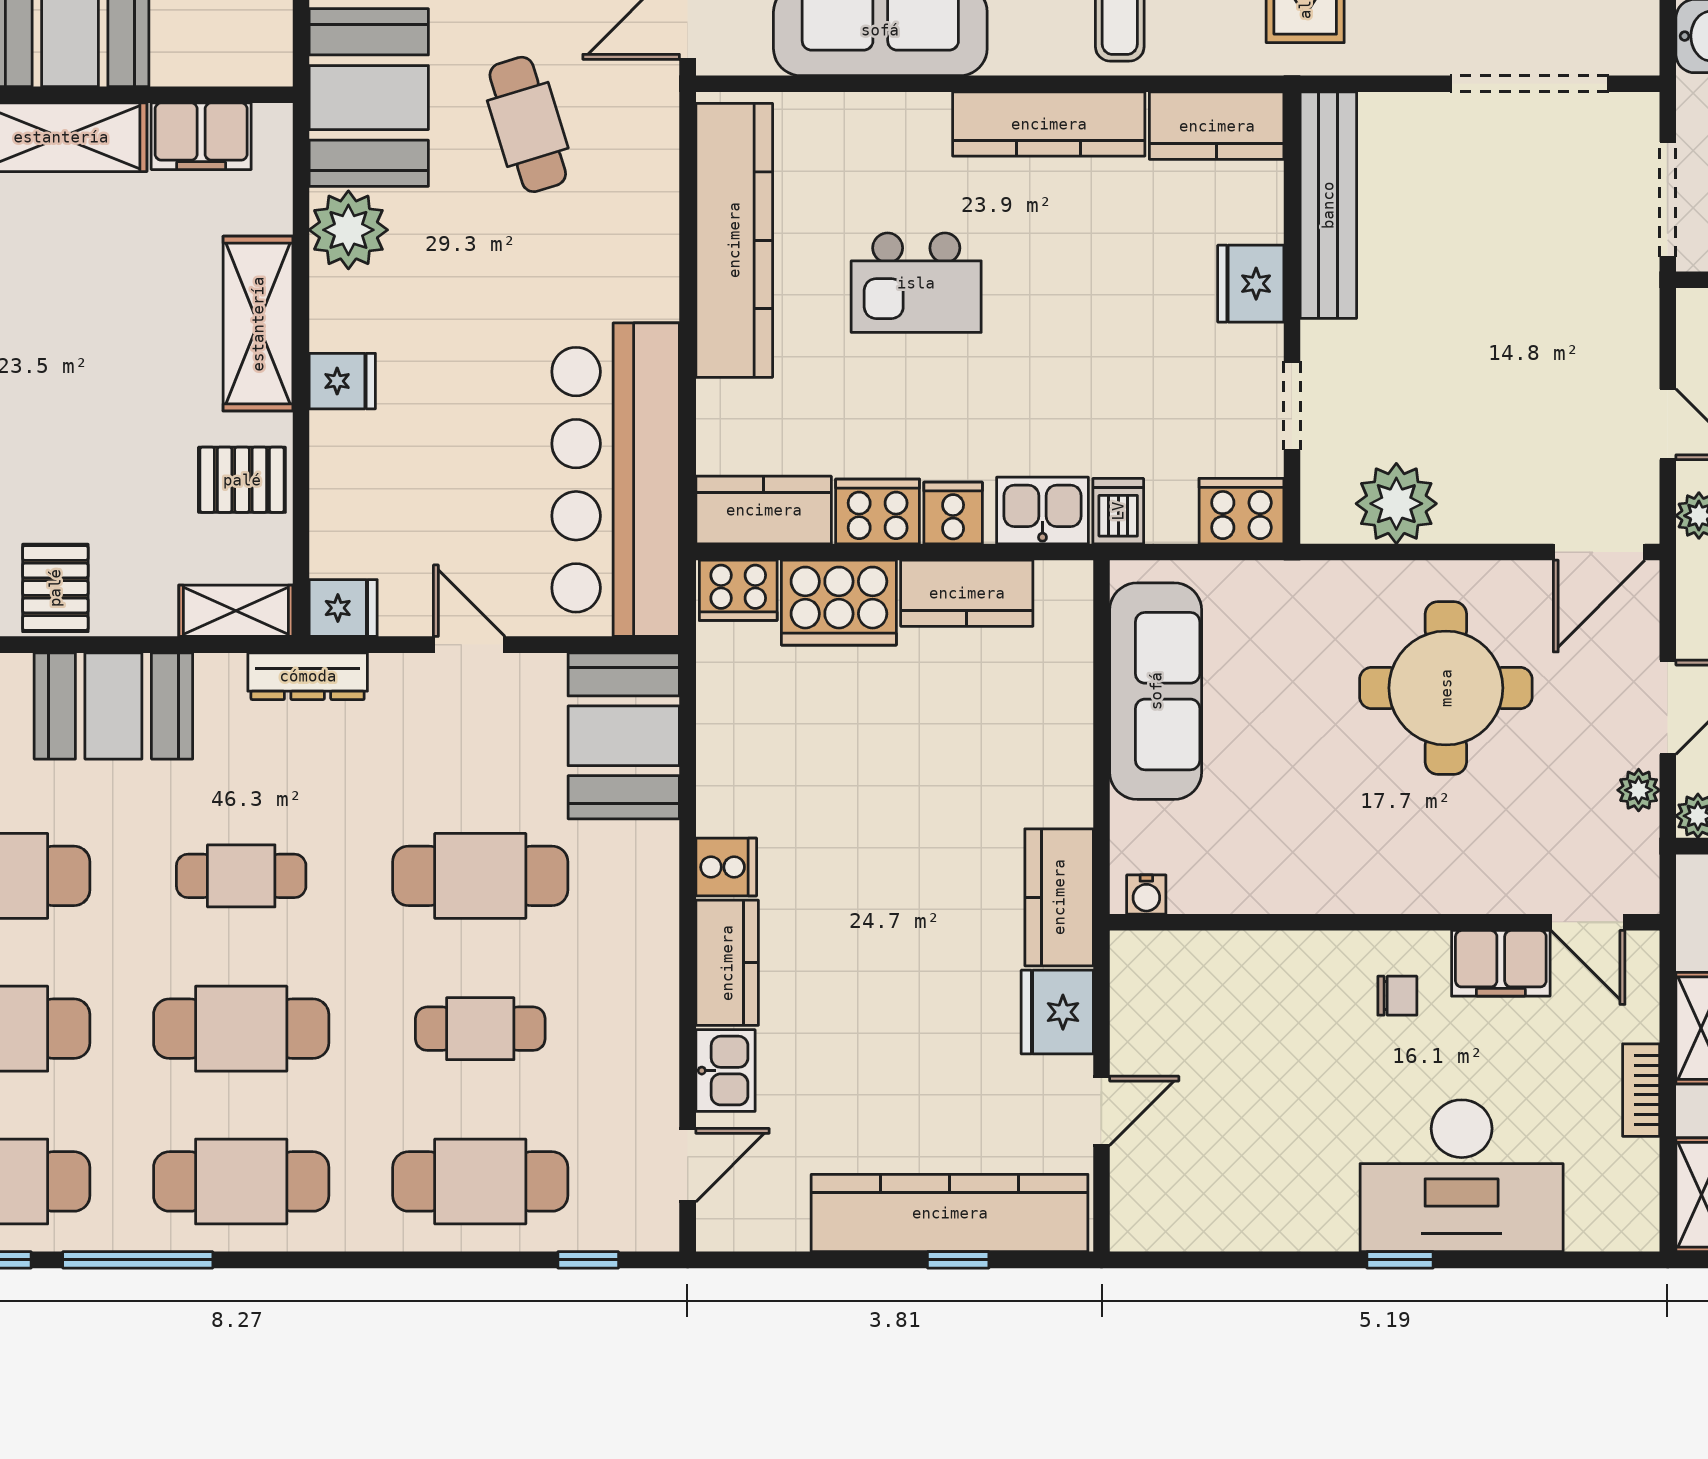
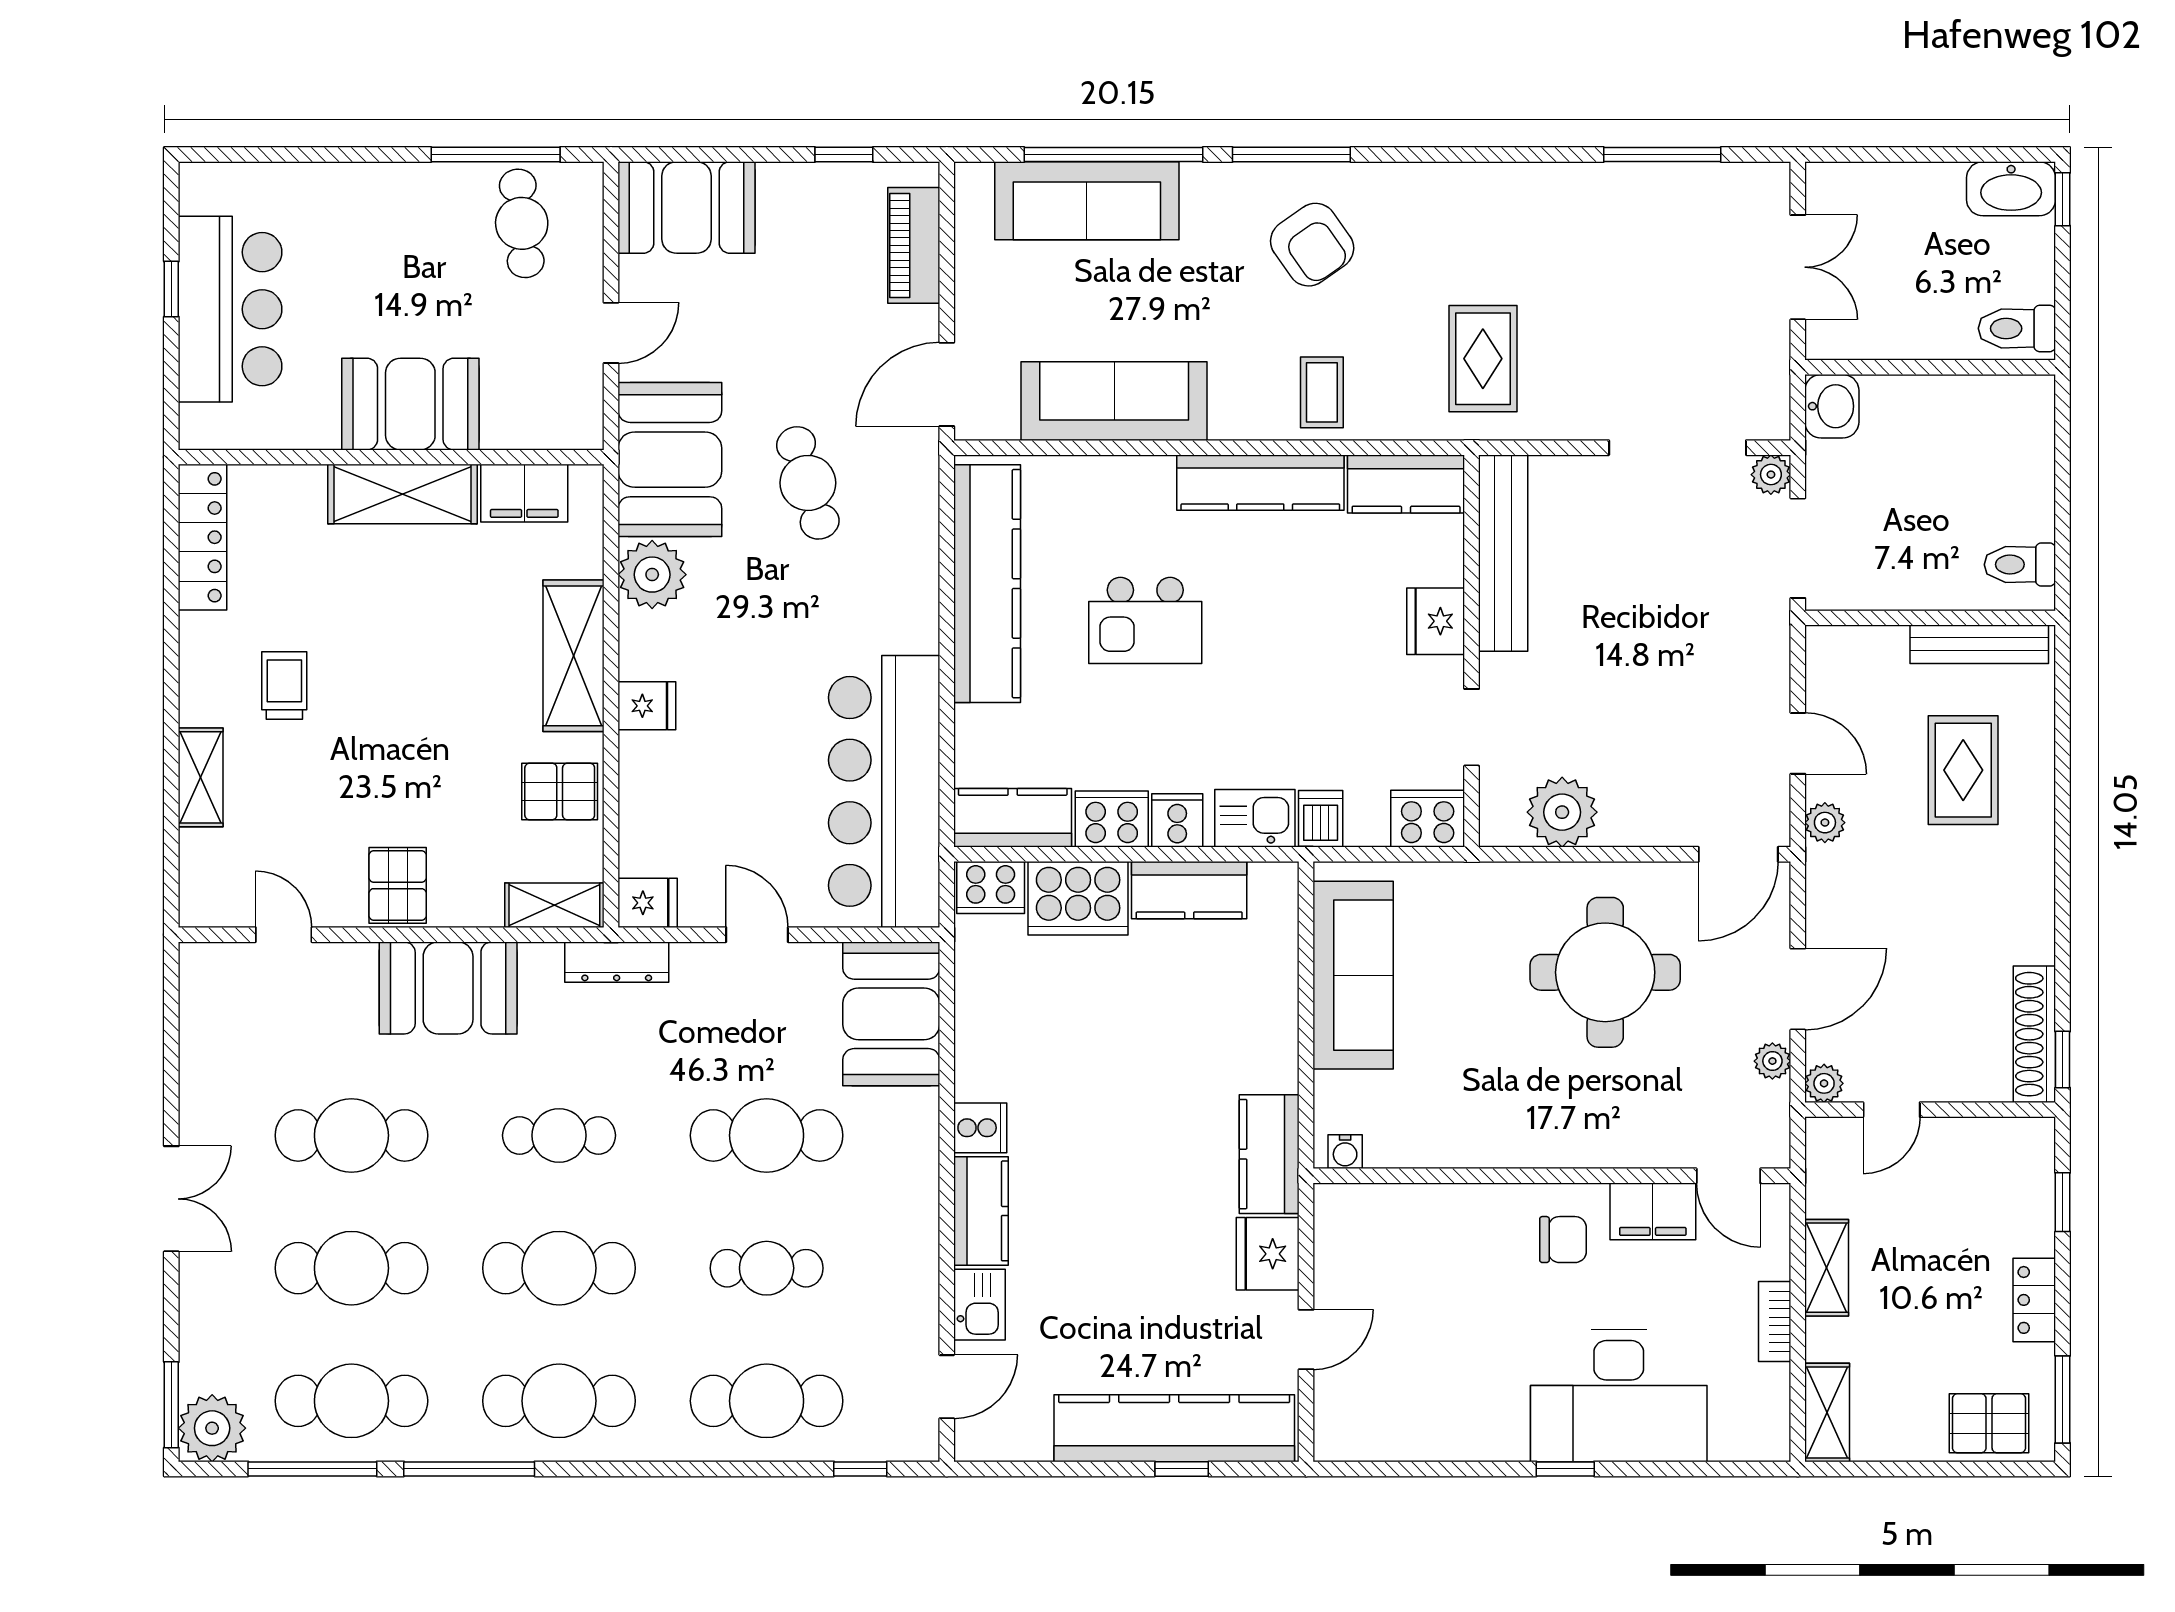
plant: (1637, 115) -> (1771, 475), added
chair: (1397, 996) -> (1563, 1240), width x1.37, depth x1.37

